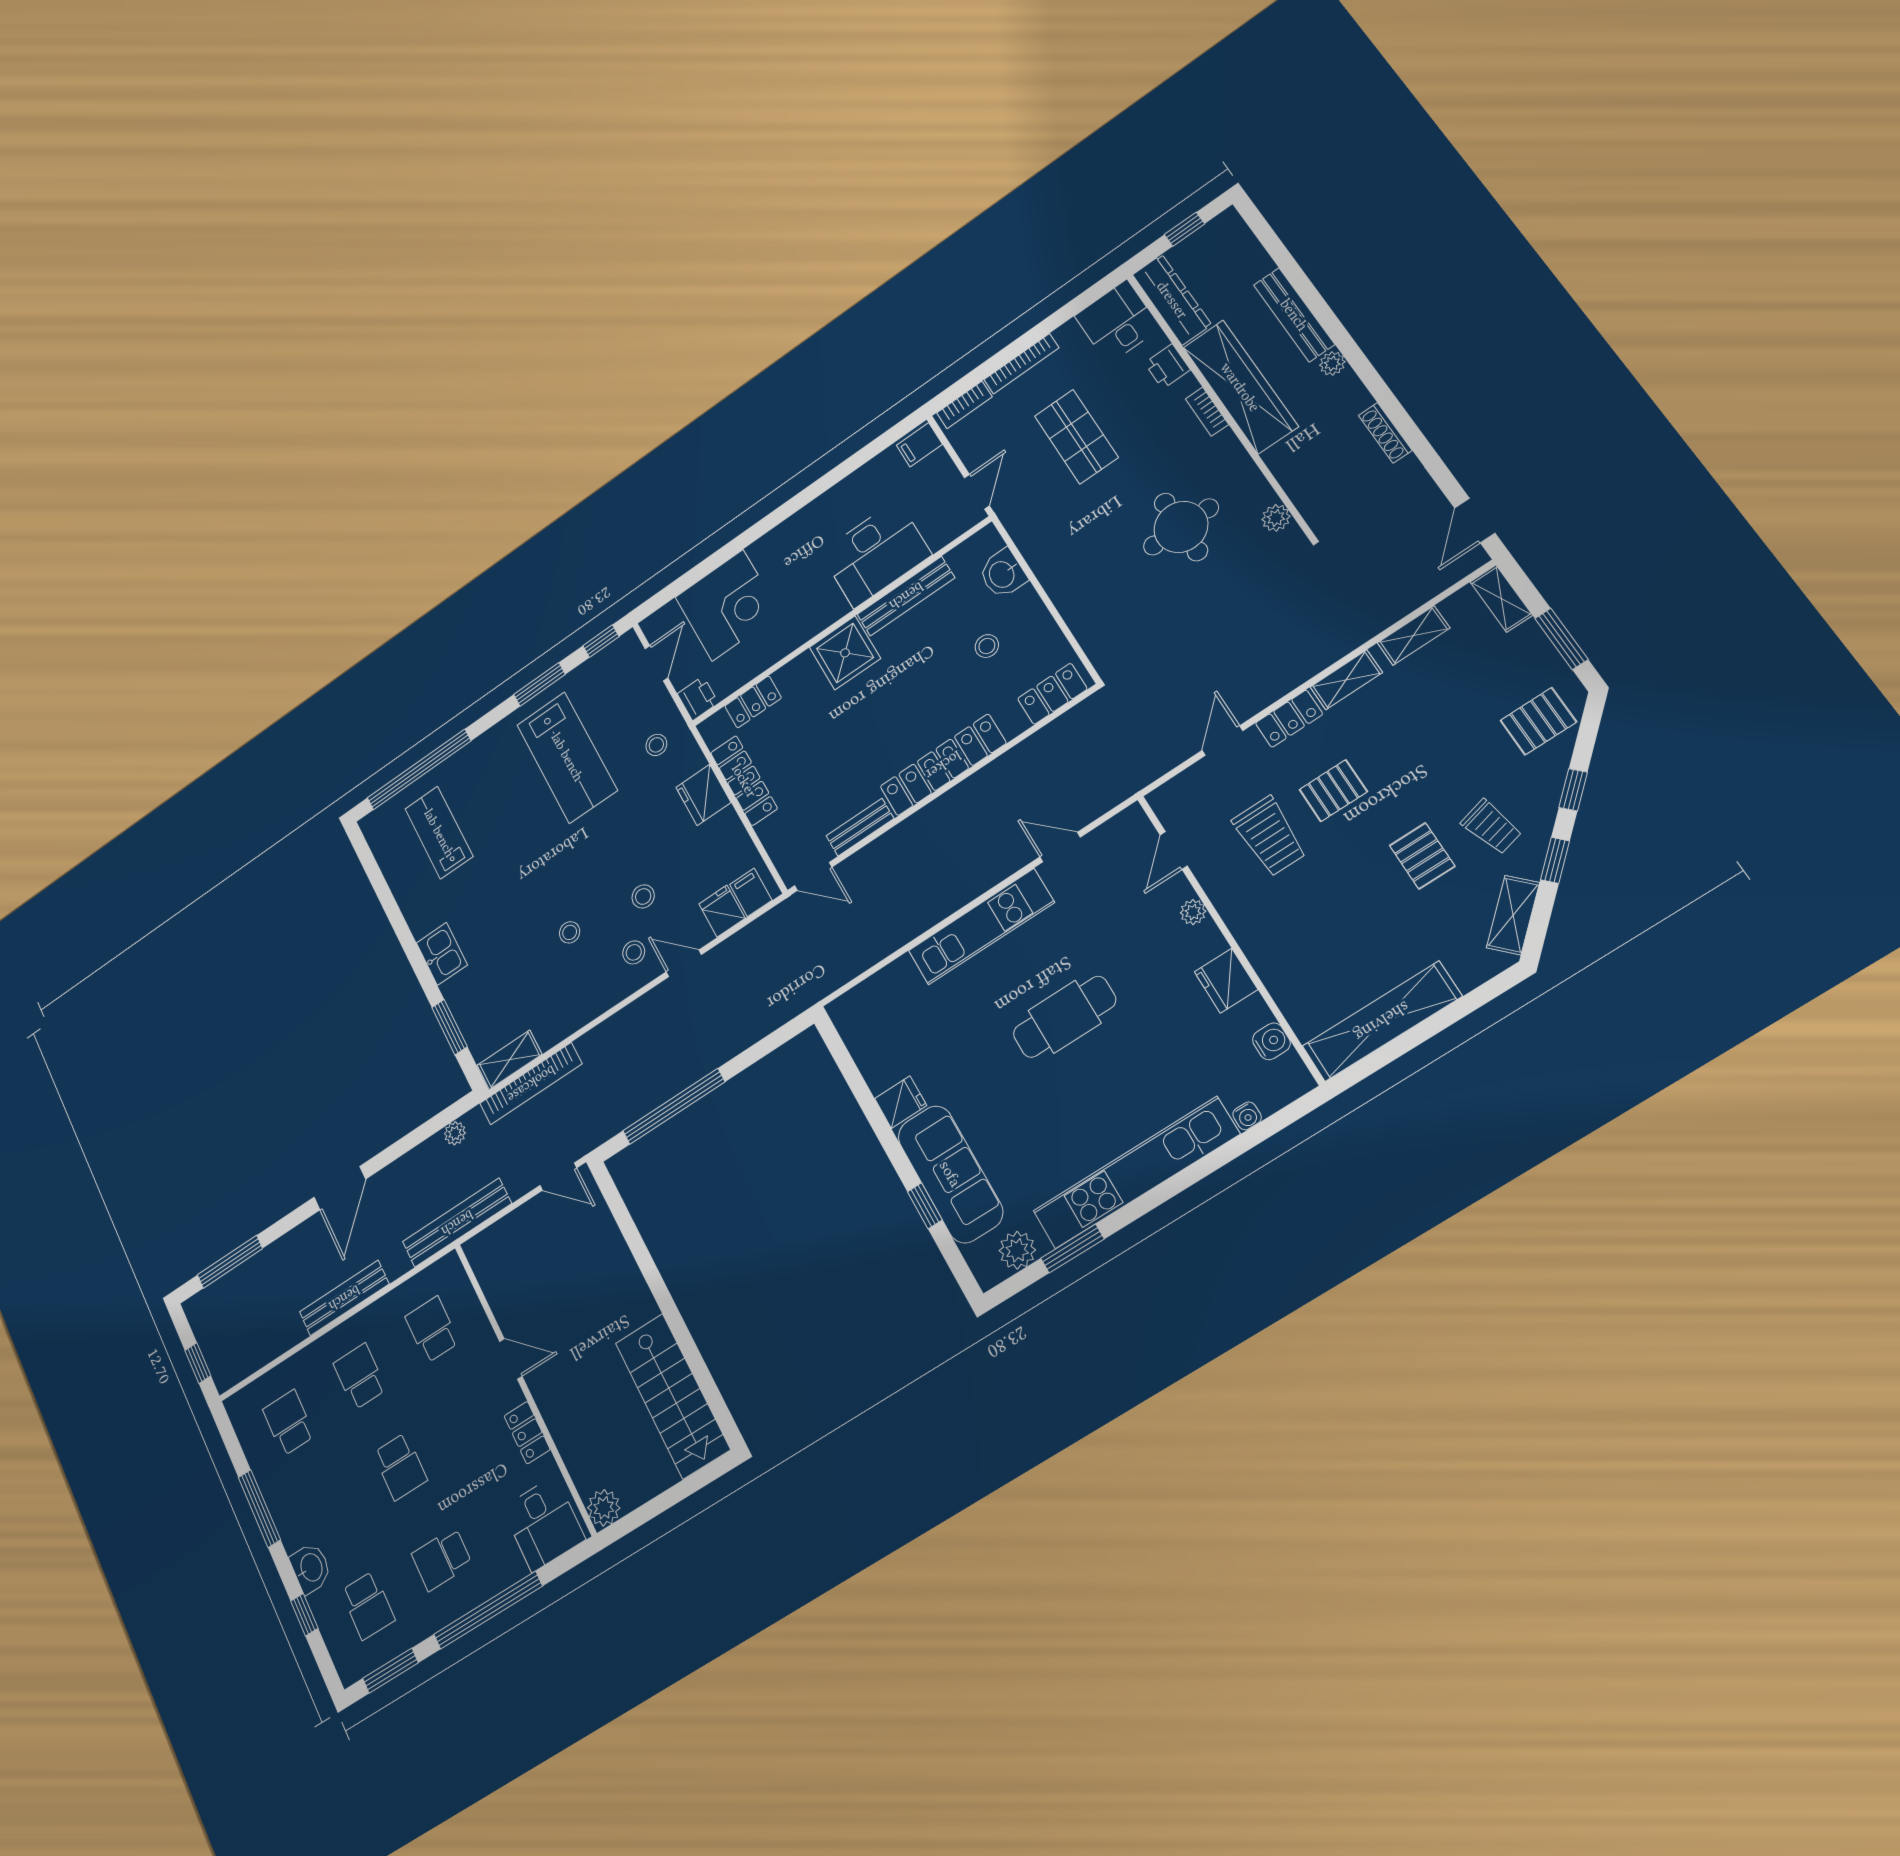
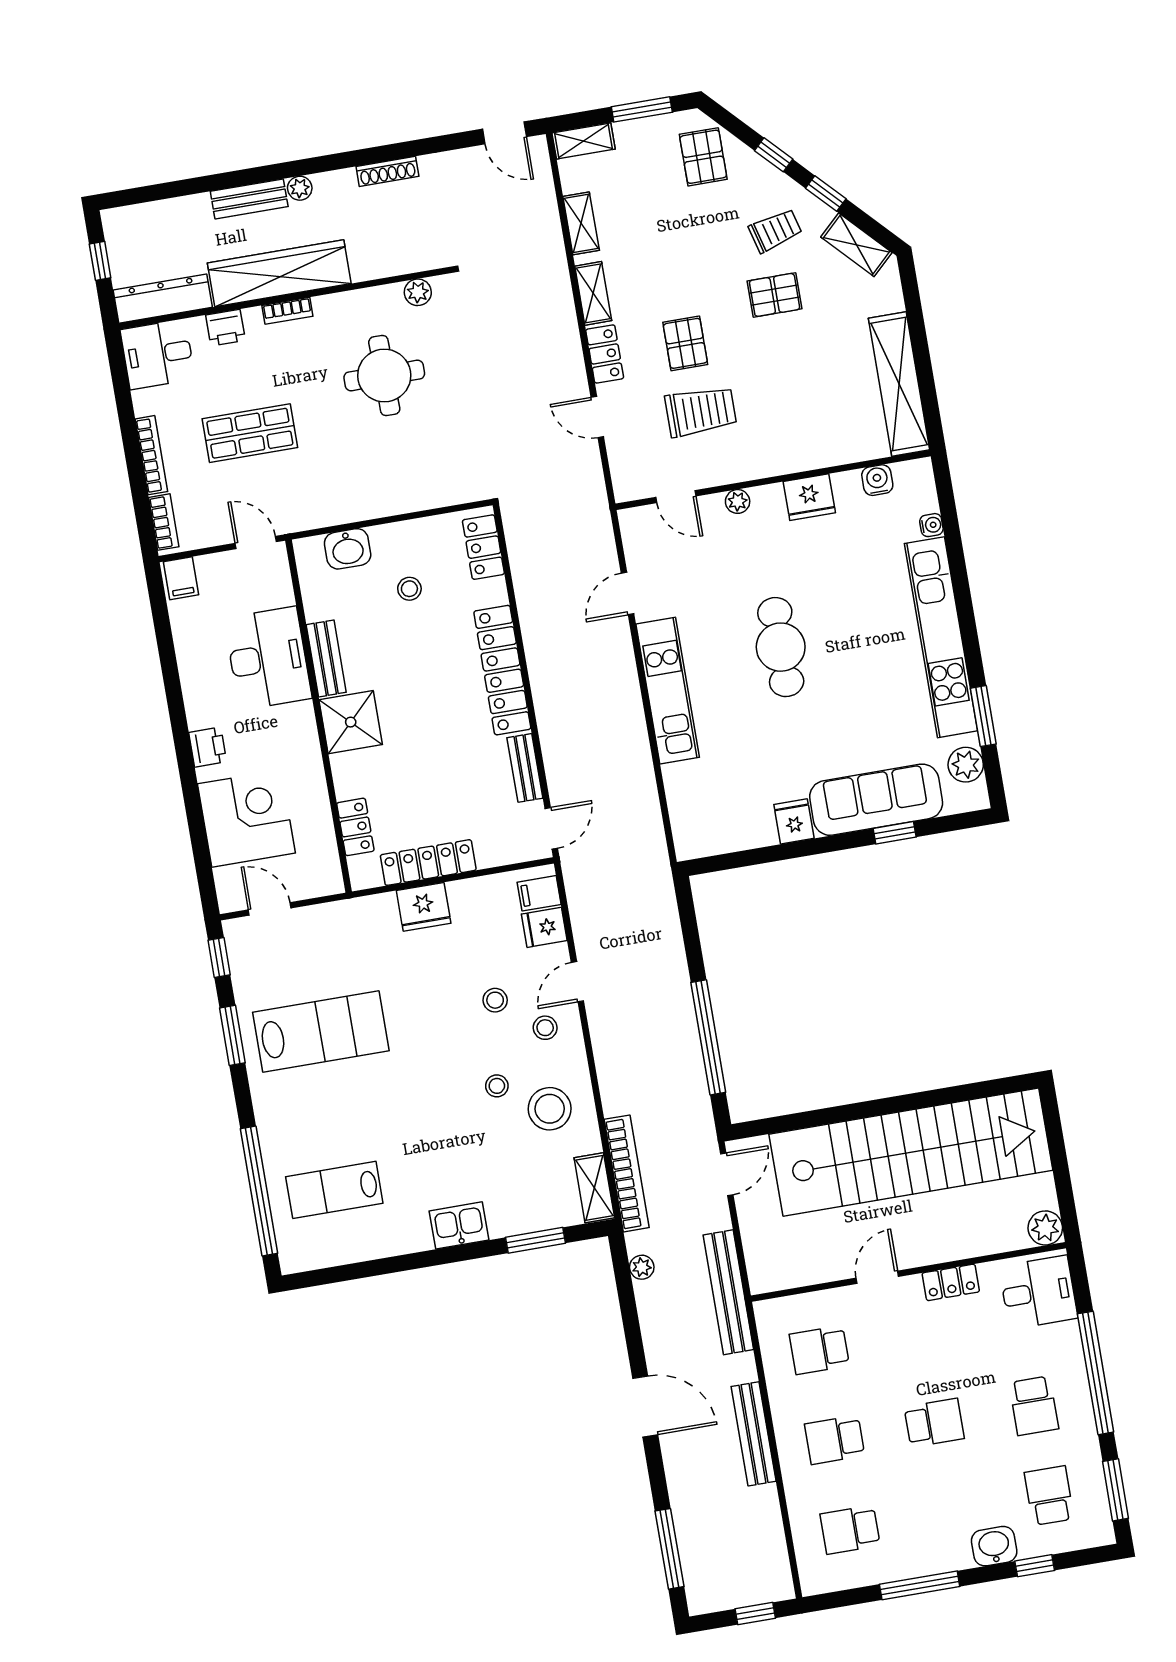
bench: (1294, 315) -> (249, 199), width x0.73
bench: (906, 596) -> (326, 658), width x0.73
printer: (698, 698) -> (208, 747), moved, turned 90
stool: (656, 745) -> (550, 1109), moved, width x1.89, depth x1.89
stairs: (673, 1396) -> (911, 1152), width x1.86, depth x1.51
school desk: (368, 1605) -> (1049, 1496), turned -90

